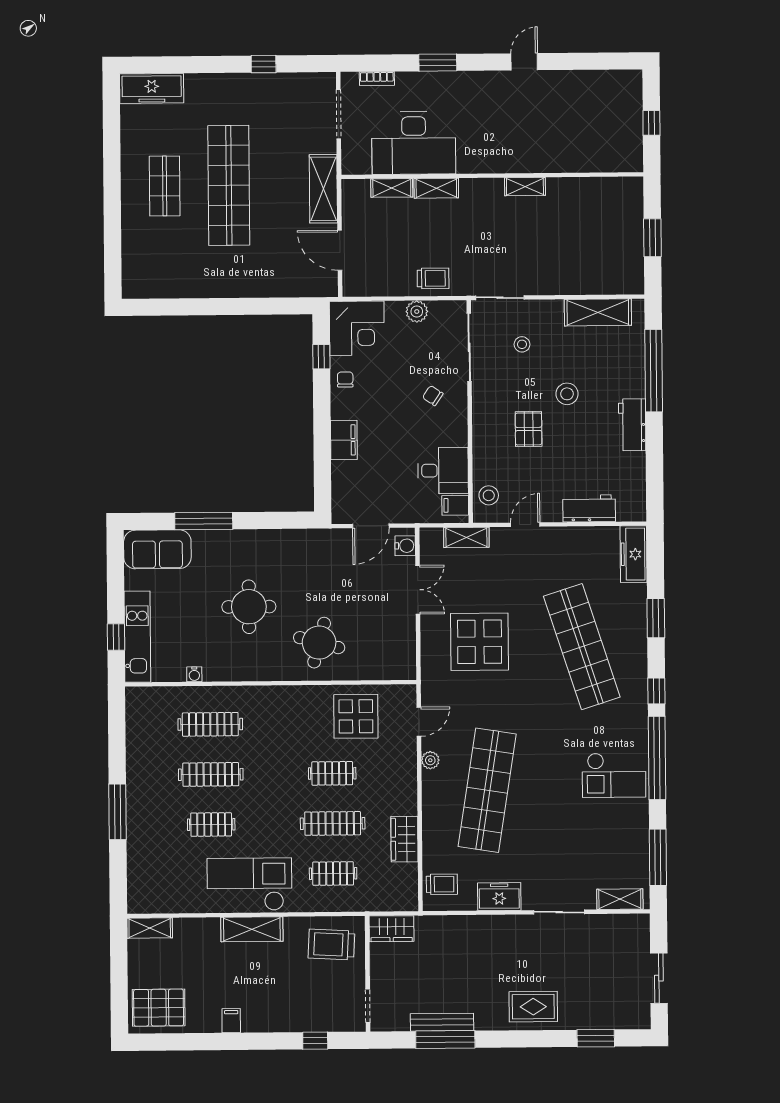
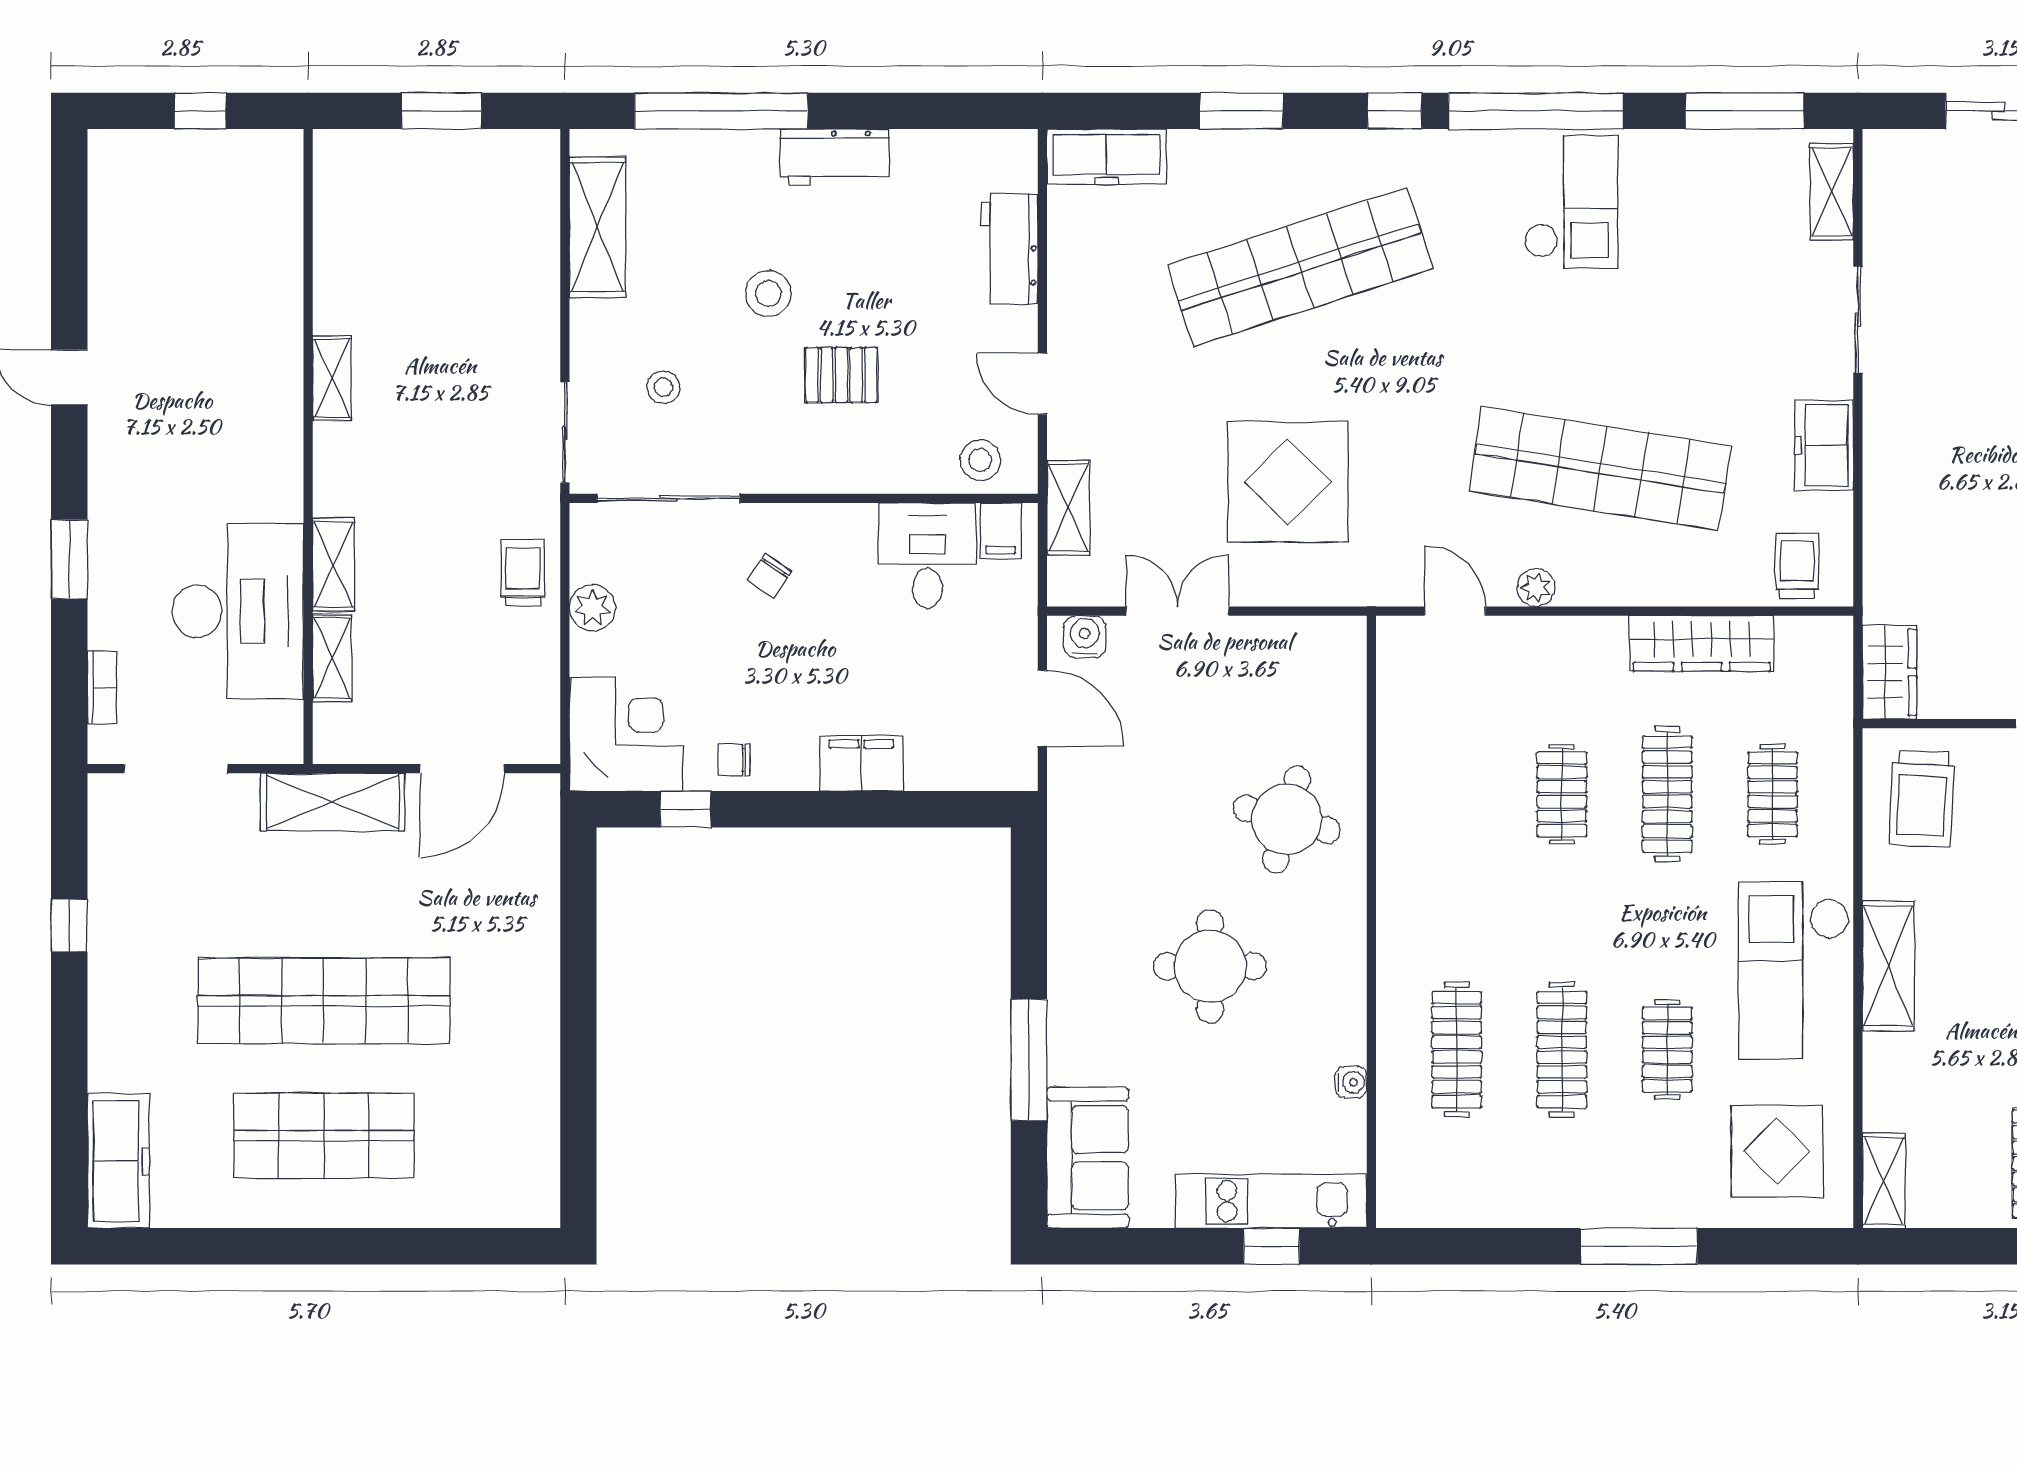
shop shelf: (165, 186) -> (324, 1136), width x1.43, depth x1.36
display table: (356, 716) -> (1777, 1151), moved
wardrobe: (404, 839) -> (1702, 643), width x1.50

